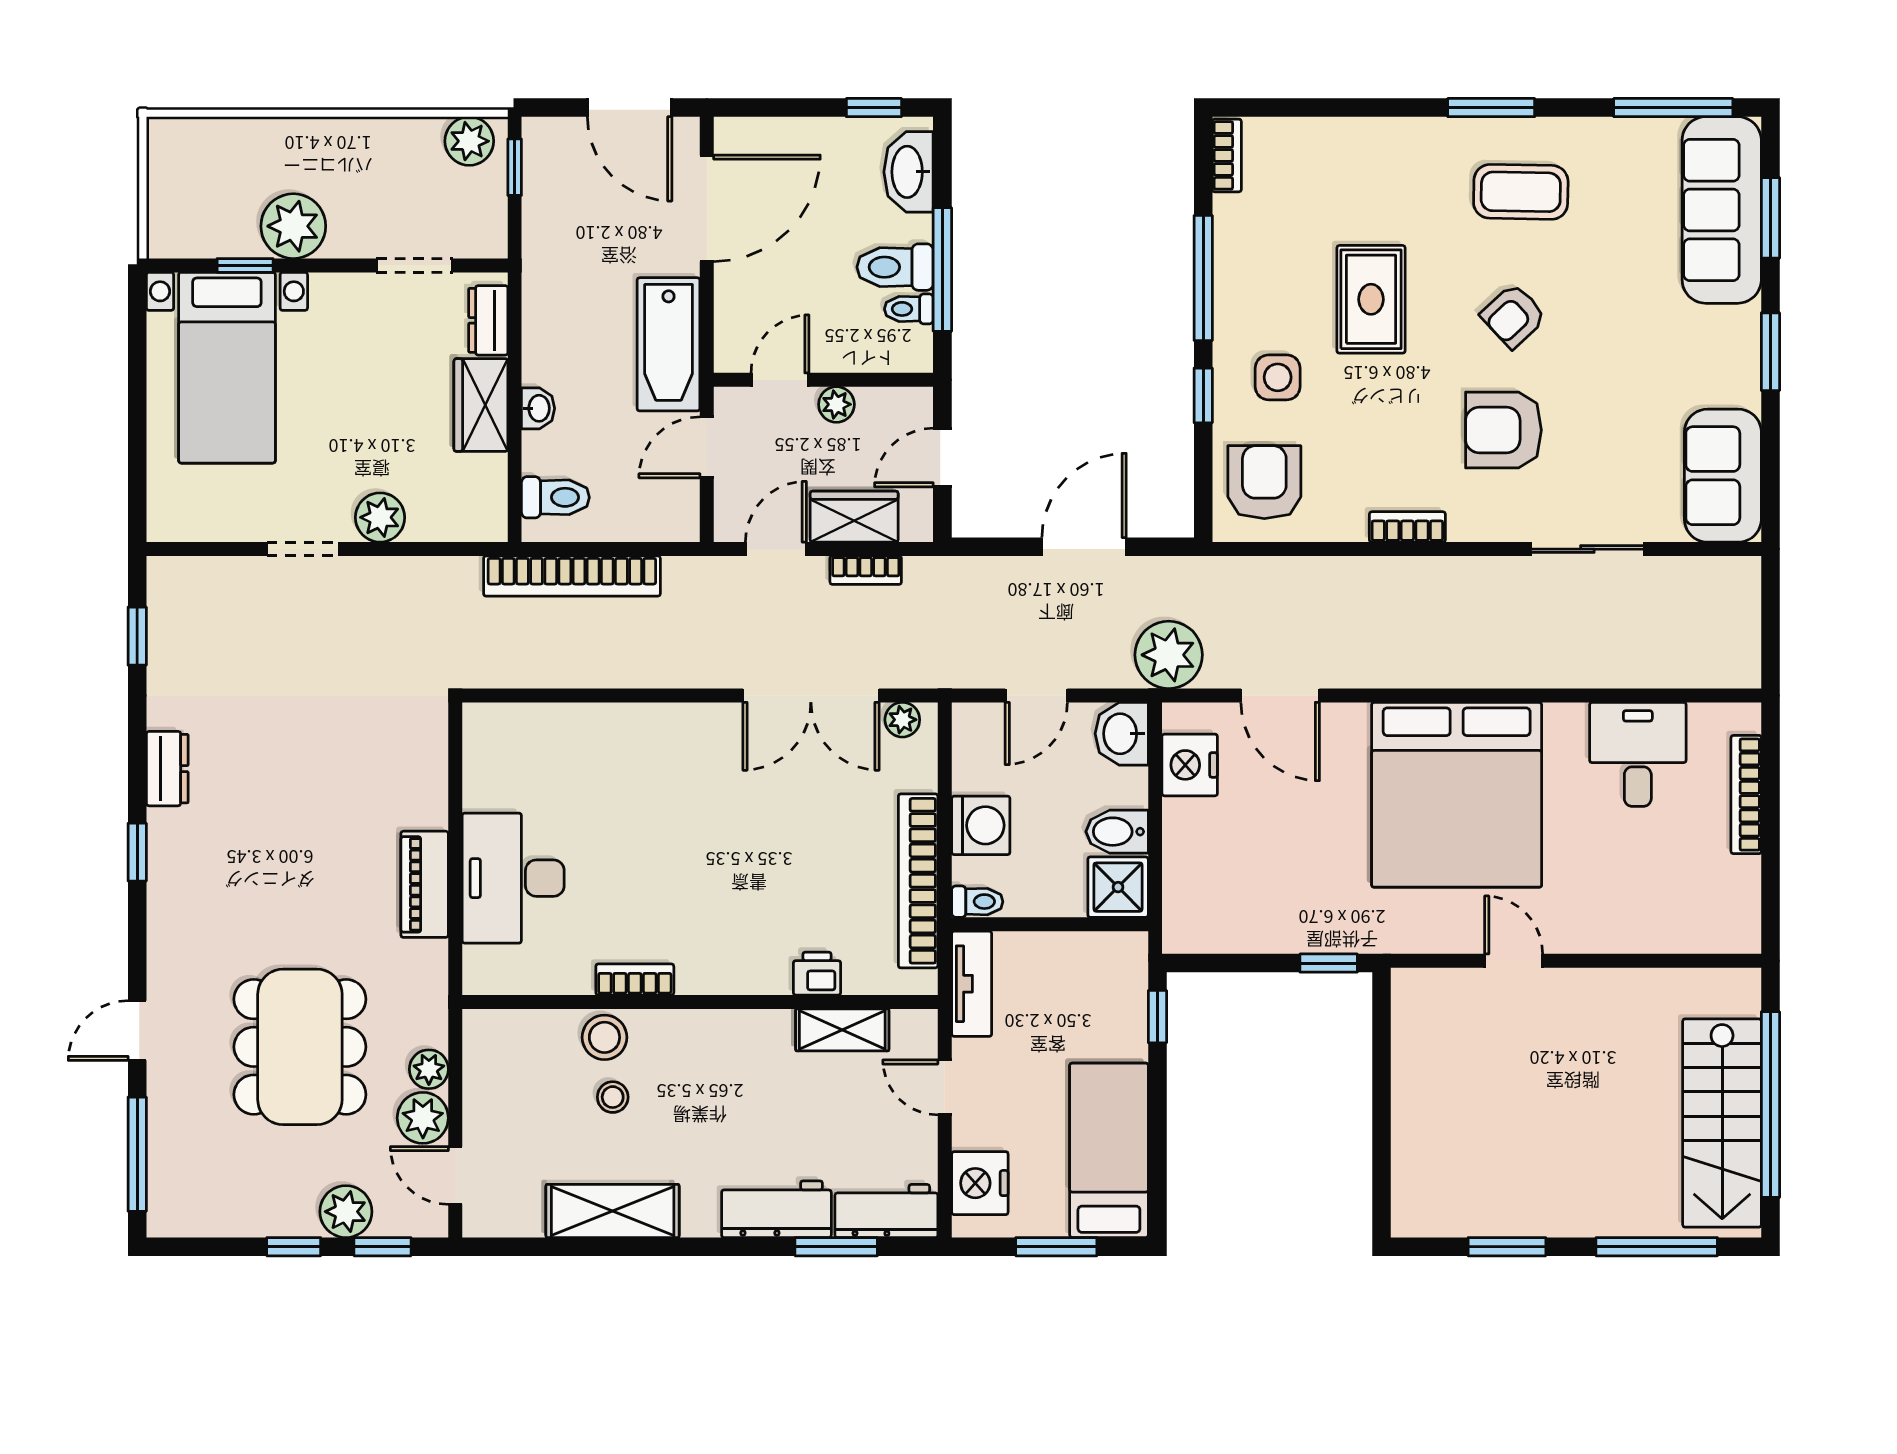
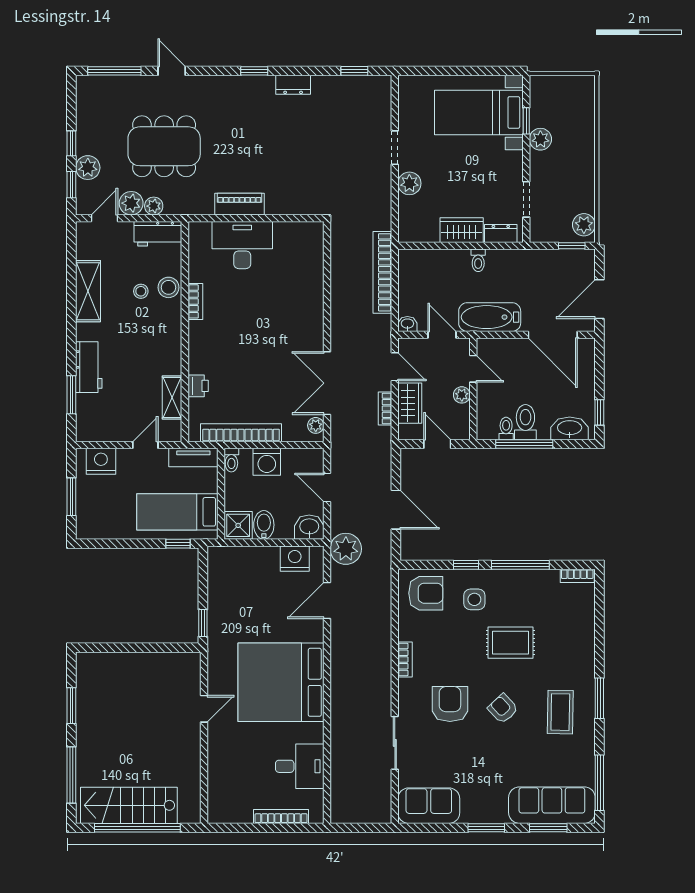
plant: (293, 226) -> (540, 139), width x0.73, depth x0.73
washbasin: (538, 408) -> (407, 324), moved, turned 180
toilet: (555, 497) -> (478, 260), moved, width x0.73, depth x0.72
bed: (1109, 1150) -> (177, 512), moved, turned 180
workbench: (886, 1211) -> (158, 234), moved, turned 90

